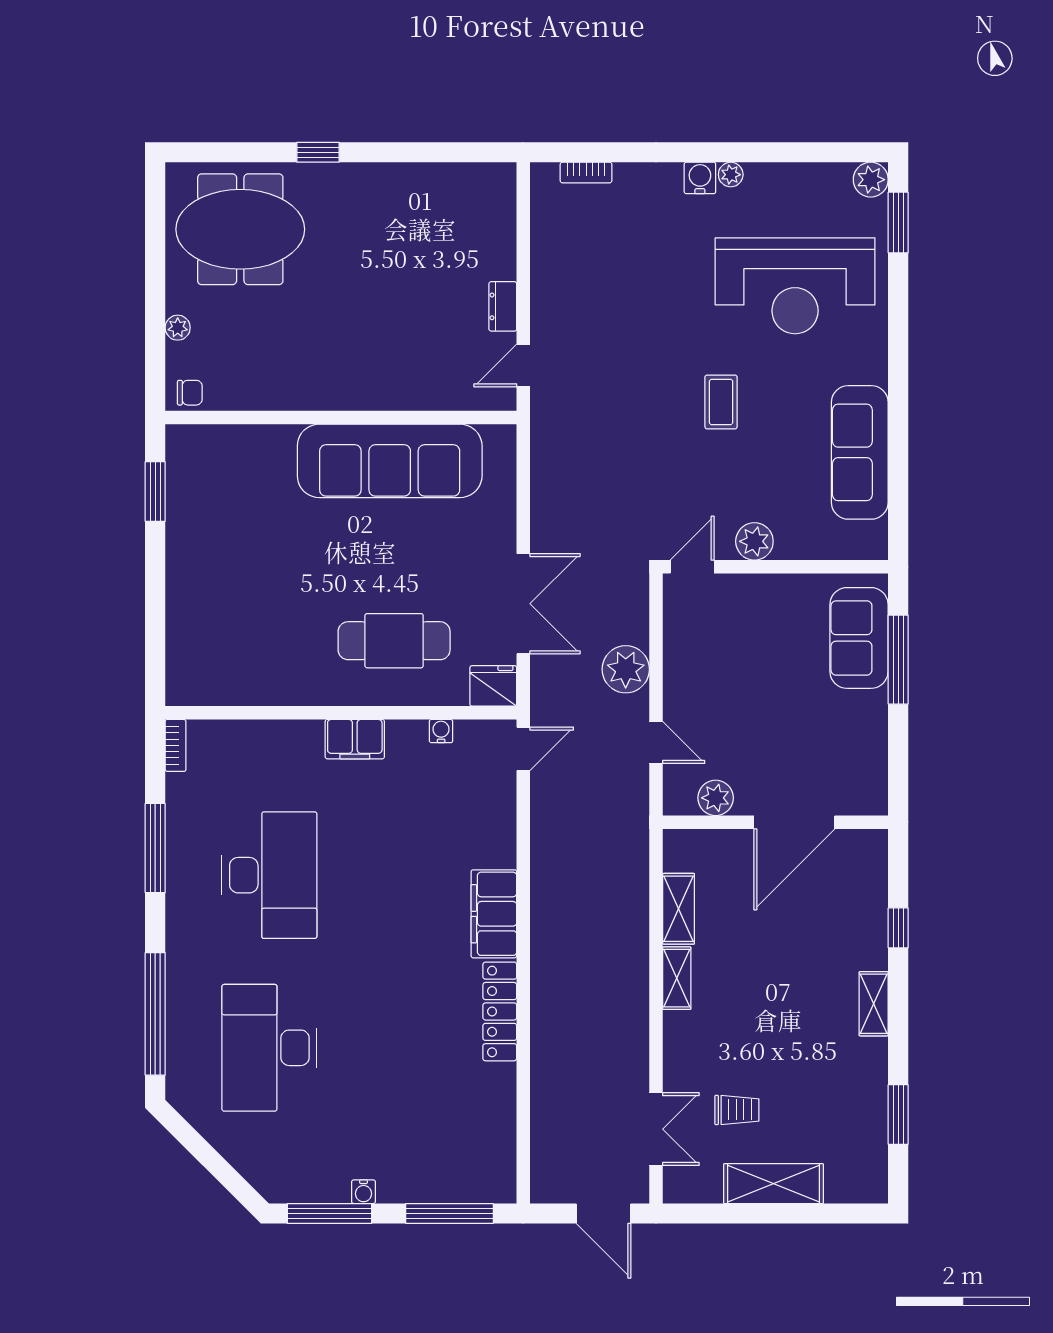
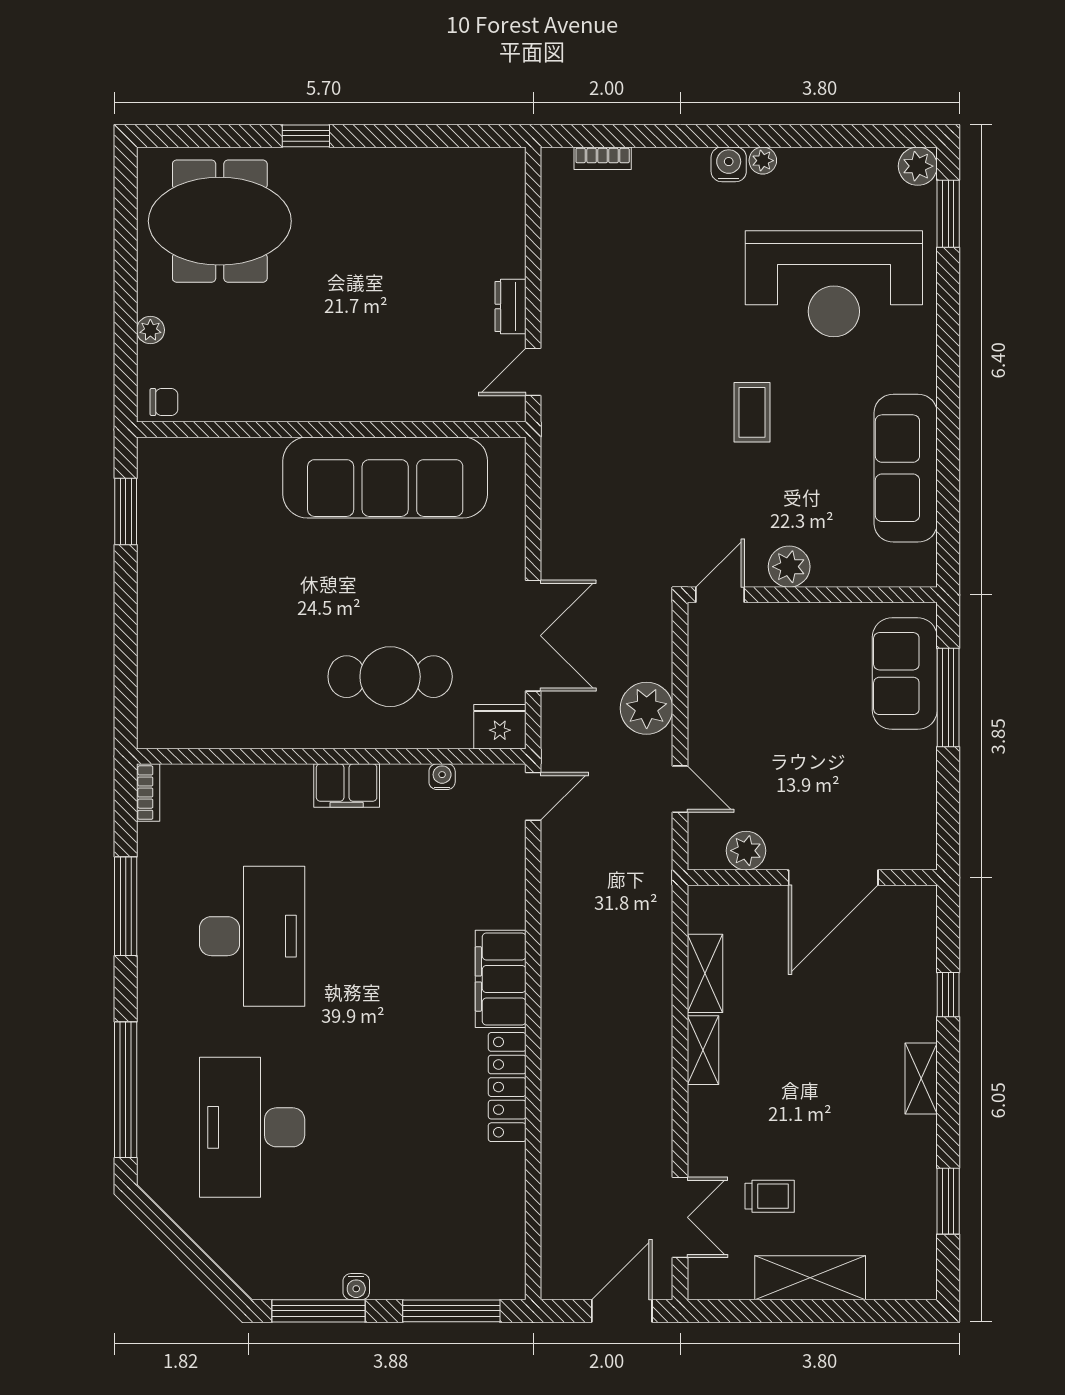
door: (603, 1214) -> (622, 1311), swing flipped

